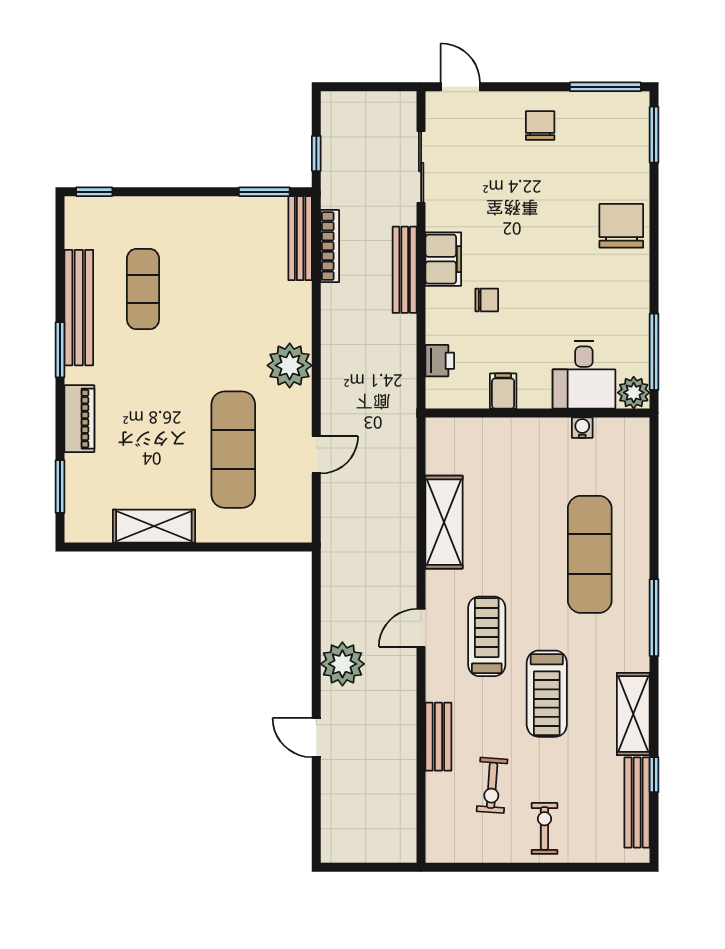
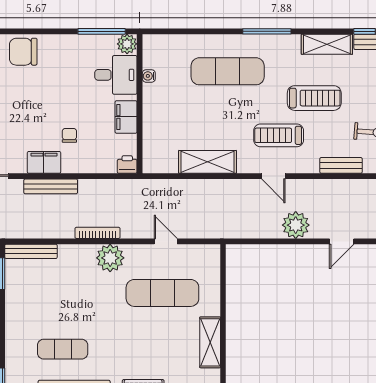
bookcase: (330, 246) -> (97, 233), moved
printer: (440, 361) -> (127, 165), moved
filing cabinet: (503, 391) -> (126, 117), width x2.00

